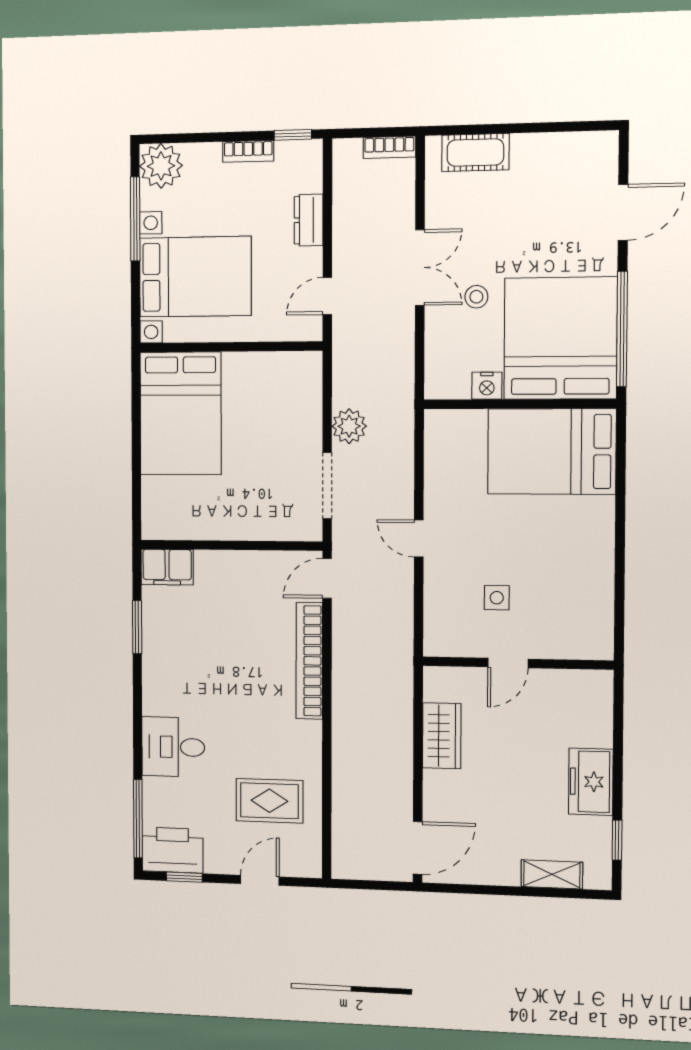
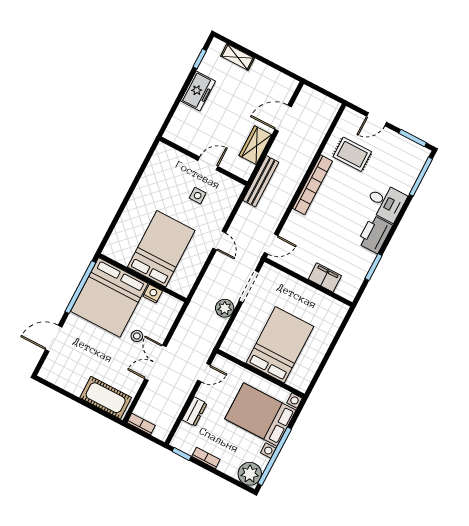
cot: (475, 153) -> (106, 398), width x1.37, depth x1.34
window: (135, 219) -> (275, 456), width x1.46
bed: (181, 413) -> (280, 345), moved
bed: (552, 451) -> (161, 249), moved, turned -90
filing cabinet: (167, 567) -> (325, 278), moved
bookcase: (309, 661) -> (313, 185), moved
bench: (400, 678) -> (261, 181), added
door: (418, 848) -> (283, 118), moved
printer: (173, 850) -> (375, 234), moved, turned 90
window: (184, 877) -> (413, 138), width x1.50

